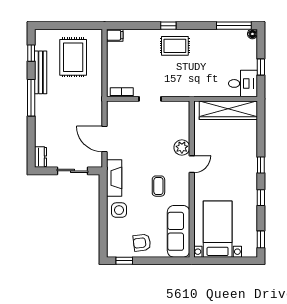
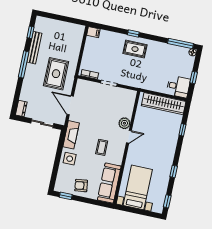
rug: (73, 57) -> (56, 74), moved
window: (261, 165) -> (182, 130), moved

